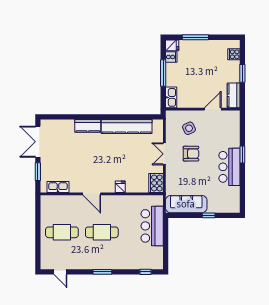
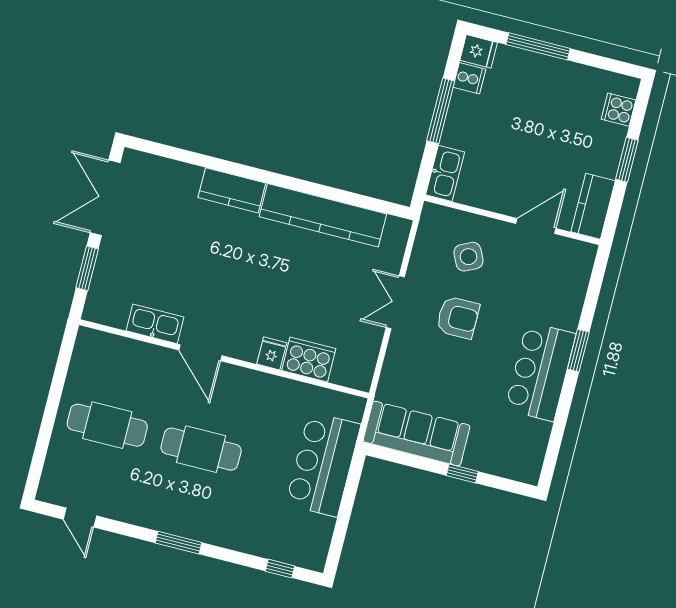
cooker: (156, 183) -> (309, 360), moved, turned 90
kitchen sink: (58, 187) -> (155, 324), moved

